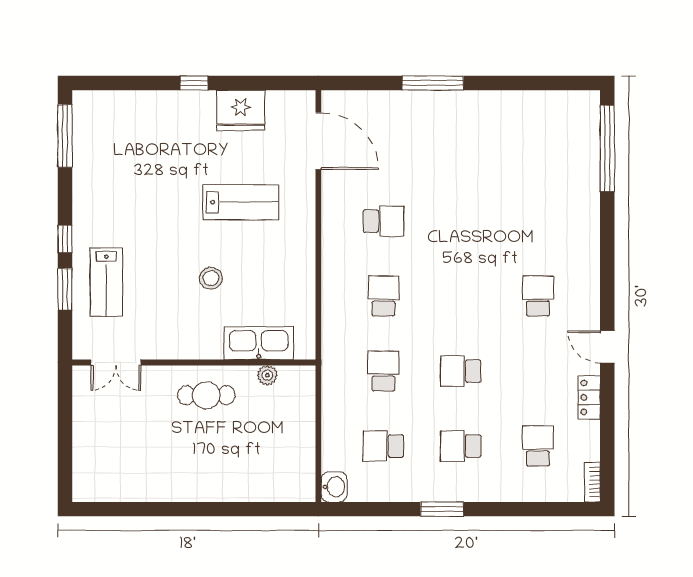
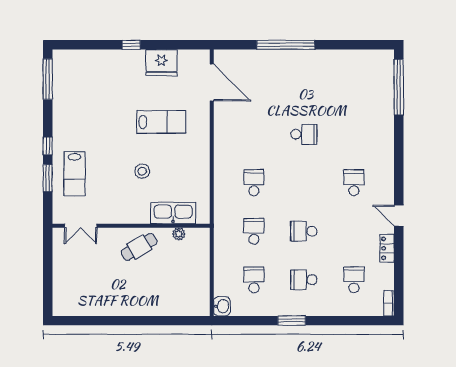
window: (433, 83) -> (286, 45), width x1.46
school desk: (383, 221) -> (304, 134), moved
cafe table: (206, 395) -> (139, 247), turned -31
school desk: (383, 446) -> (254, 280), turned 90

